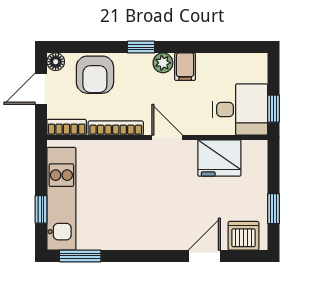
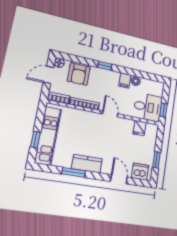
plant: (163, 63) -> (136, 81), moved
fridge: (219, 158) -> (140, 128), width x0.53, depth x0.75
kitchen counter: (140, 237) -> (87, 164), added
window: (80, 256) -> (74, 172), moved
door: (204, 256) -> (119, 179), hinge flipped

